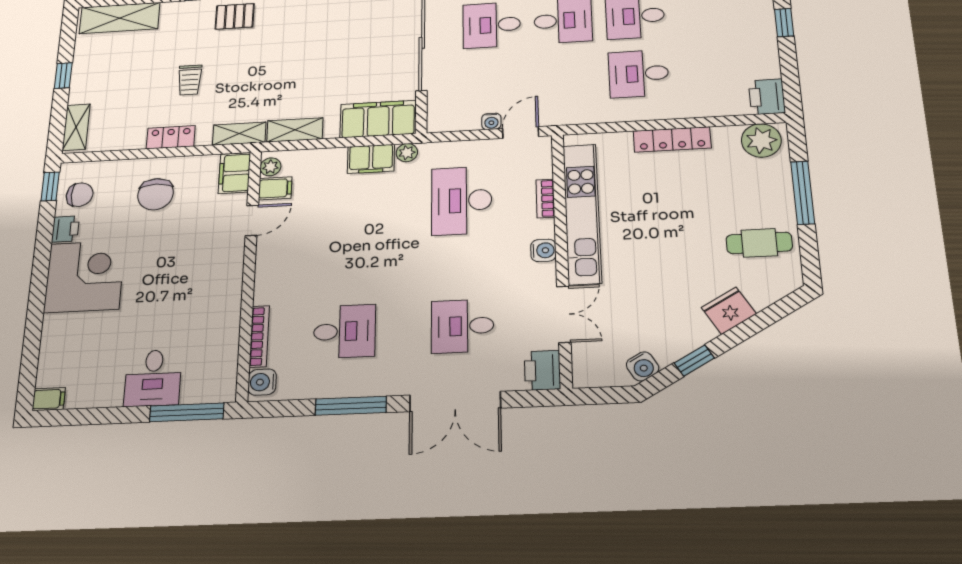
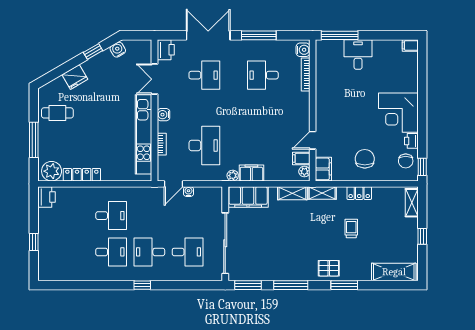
locker: (672, 139) -> (82, 175), moved
chair: (80, 195) -> (406, 161), turned -90

